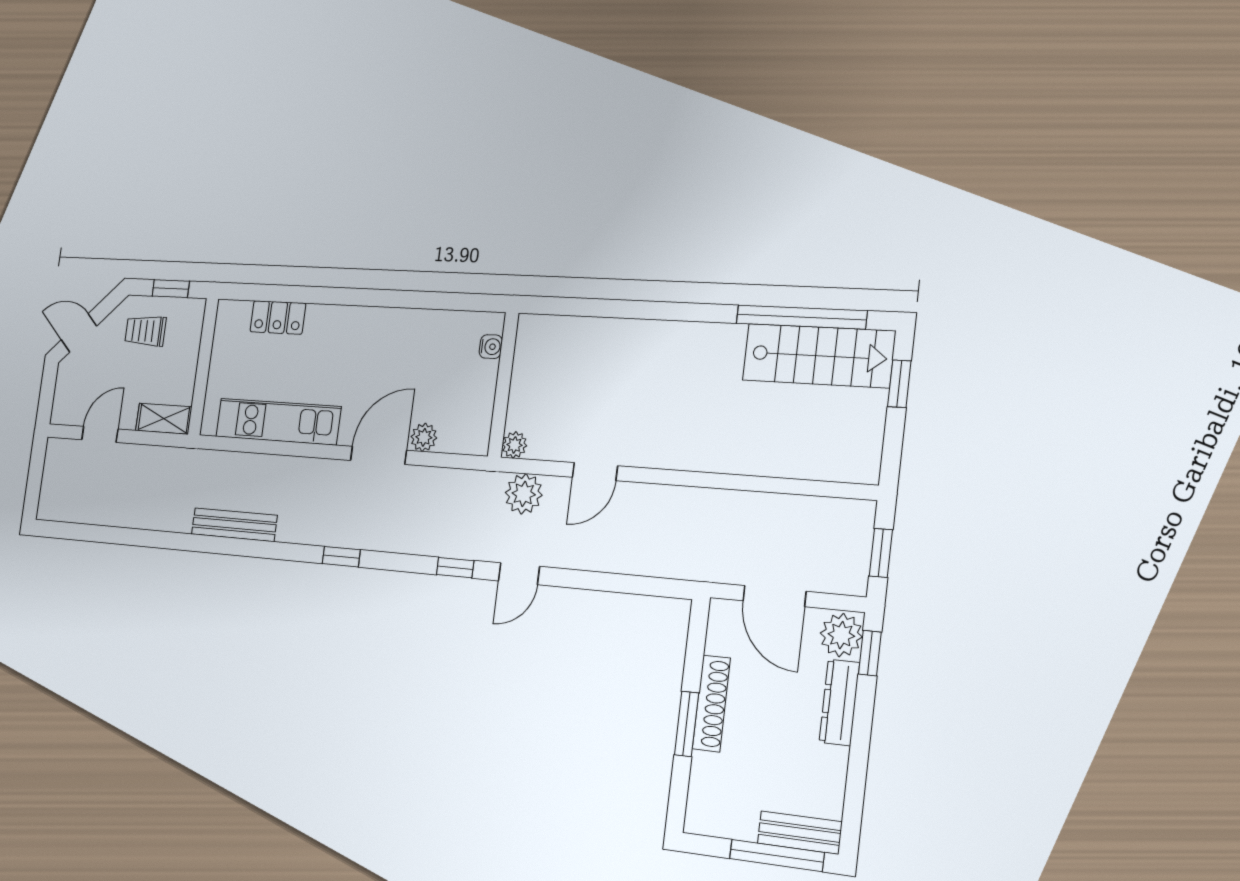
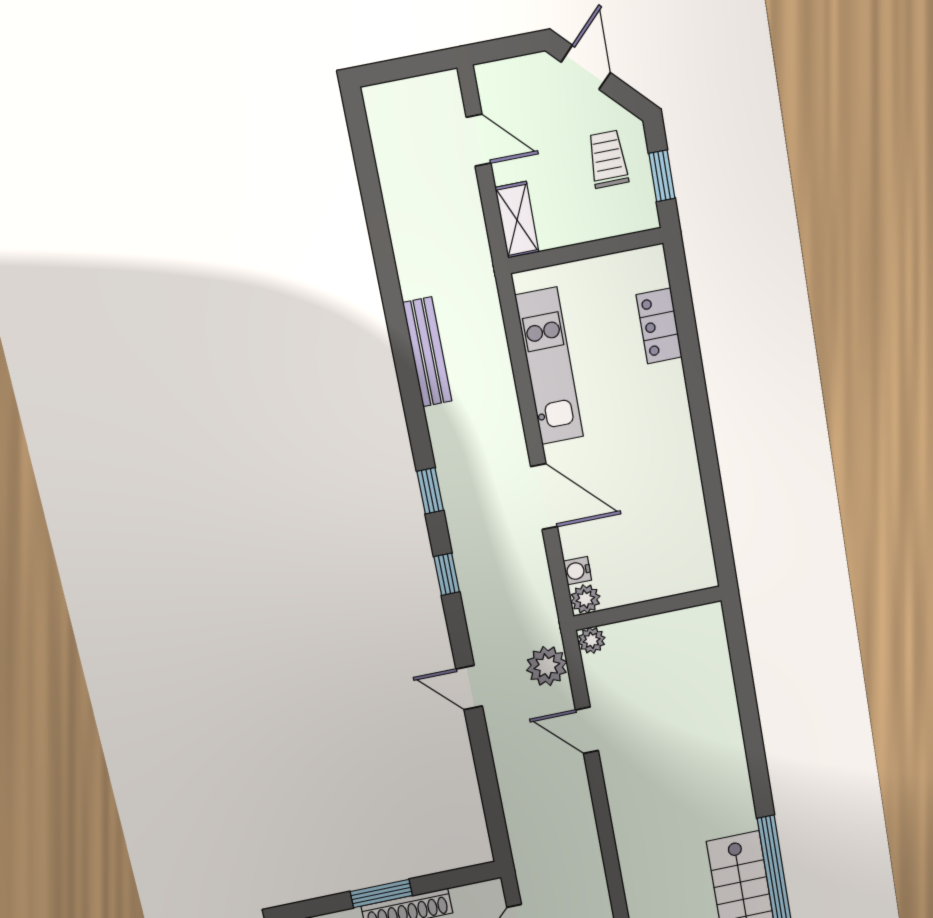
water cooler: (491, 347) -> (577, 571), moved, turned 90
plant: (424, 437) -> (585, 599), moved
window: (455, 568) -> (447, 574), moved

